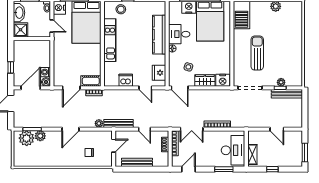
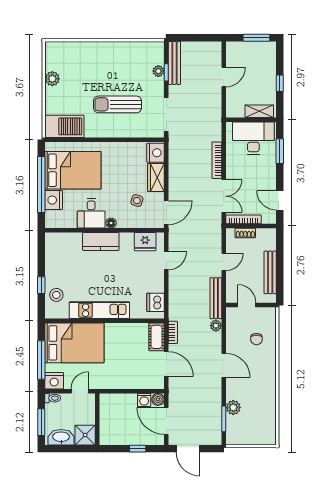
kitchen counter: (159, 35) -> (101, 242), width x0.67
dishwasher: (126, 80) -> (155, 302), moved
plant: (27, 138) -> (237, 427), removed

